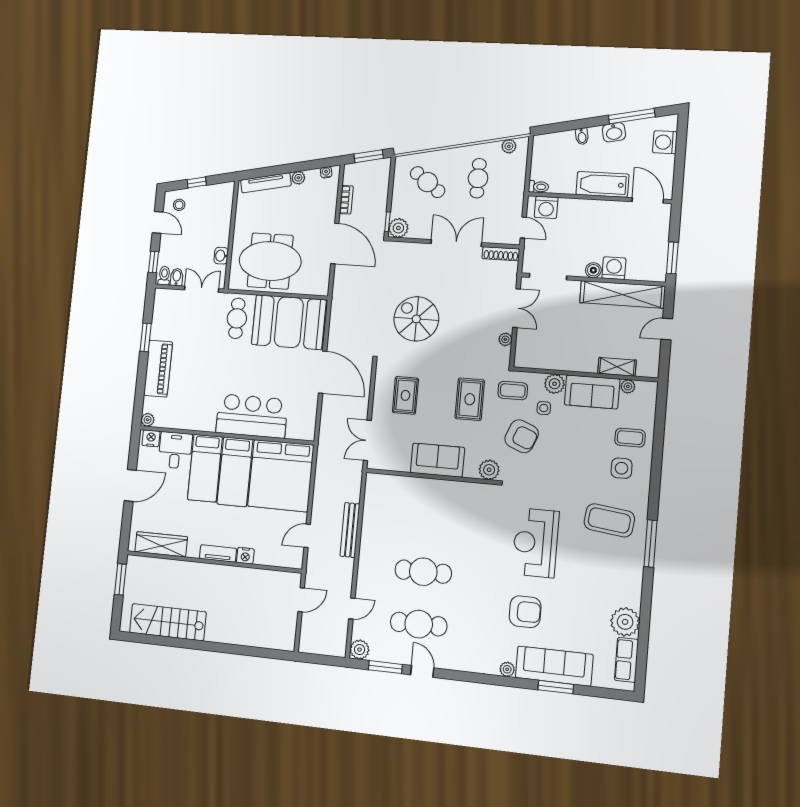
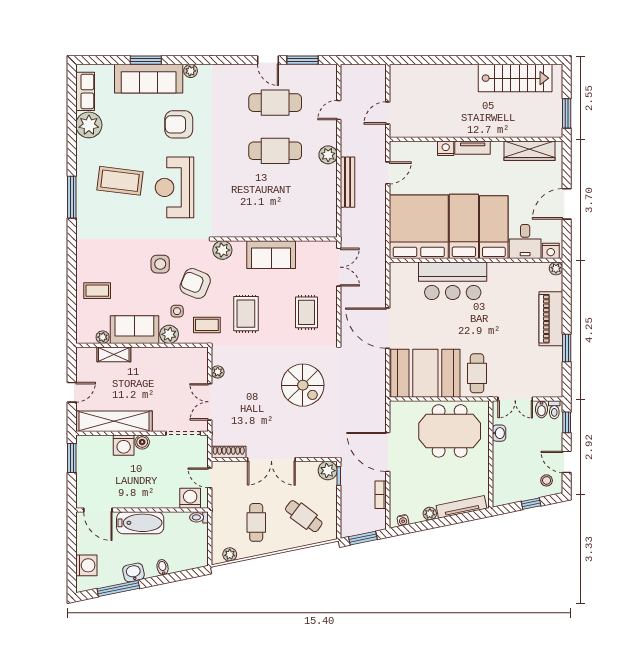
side table: (622, 468) -> (160, 264), moved
coffee table: (609, 520) -> (120, 181), moved
reception desk: (535, 543) -> (174, 187), turned 180
plant: (359, 650) -> (328, 155), moved

